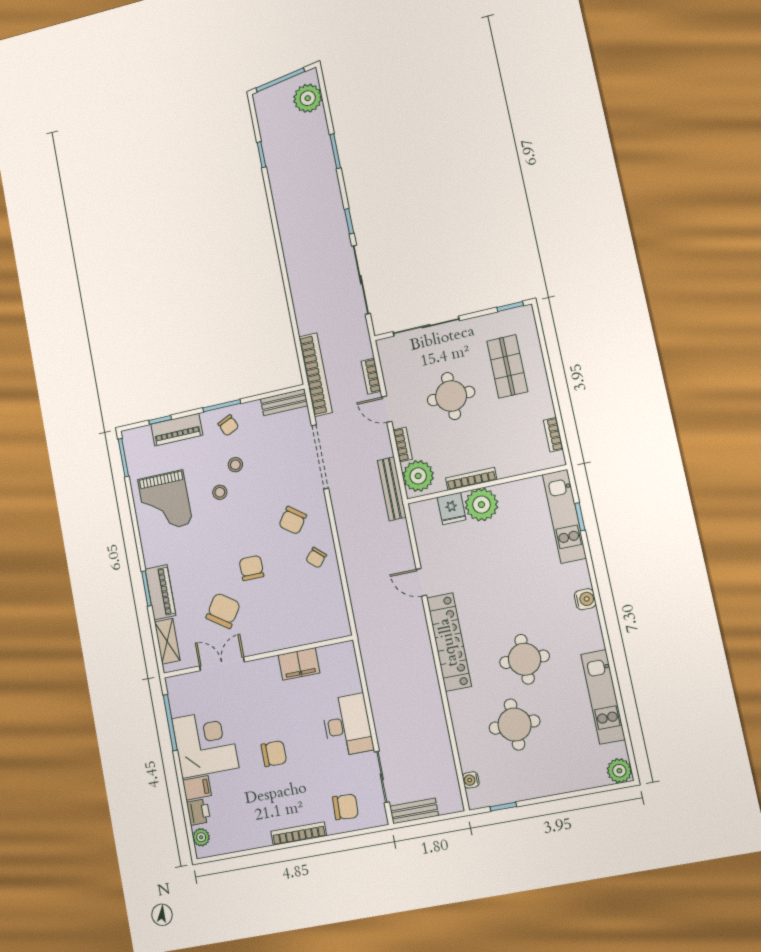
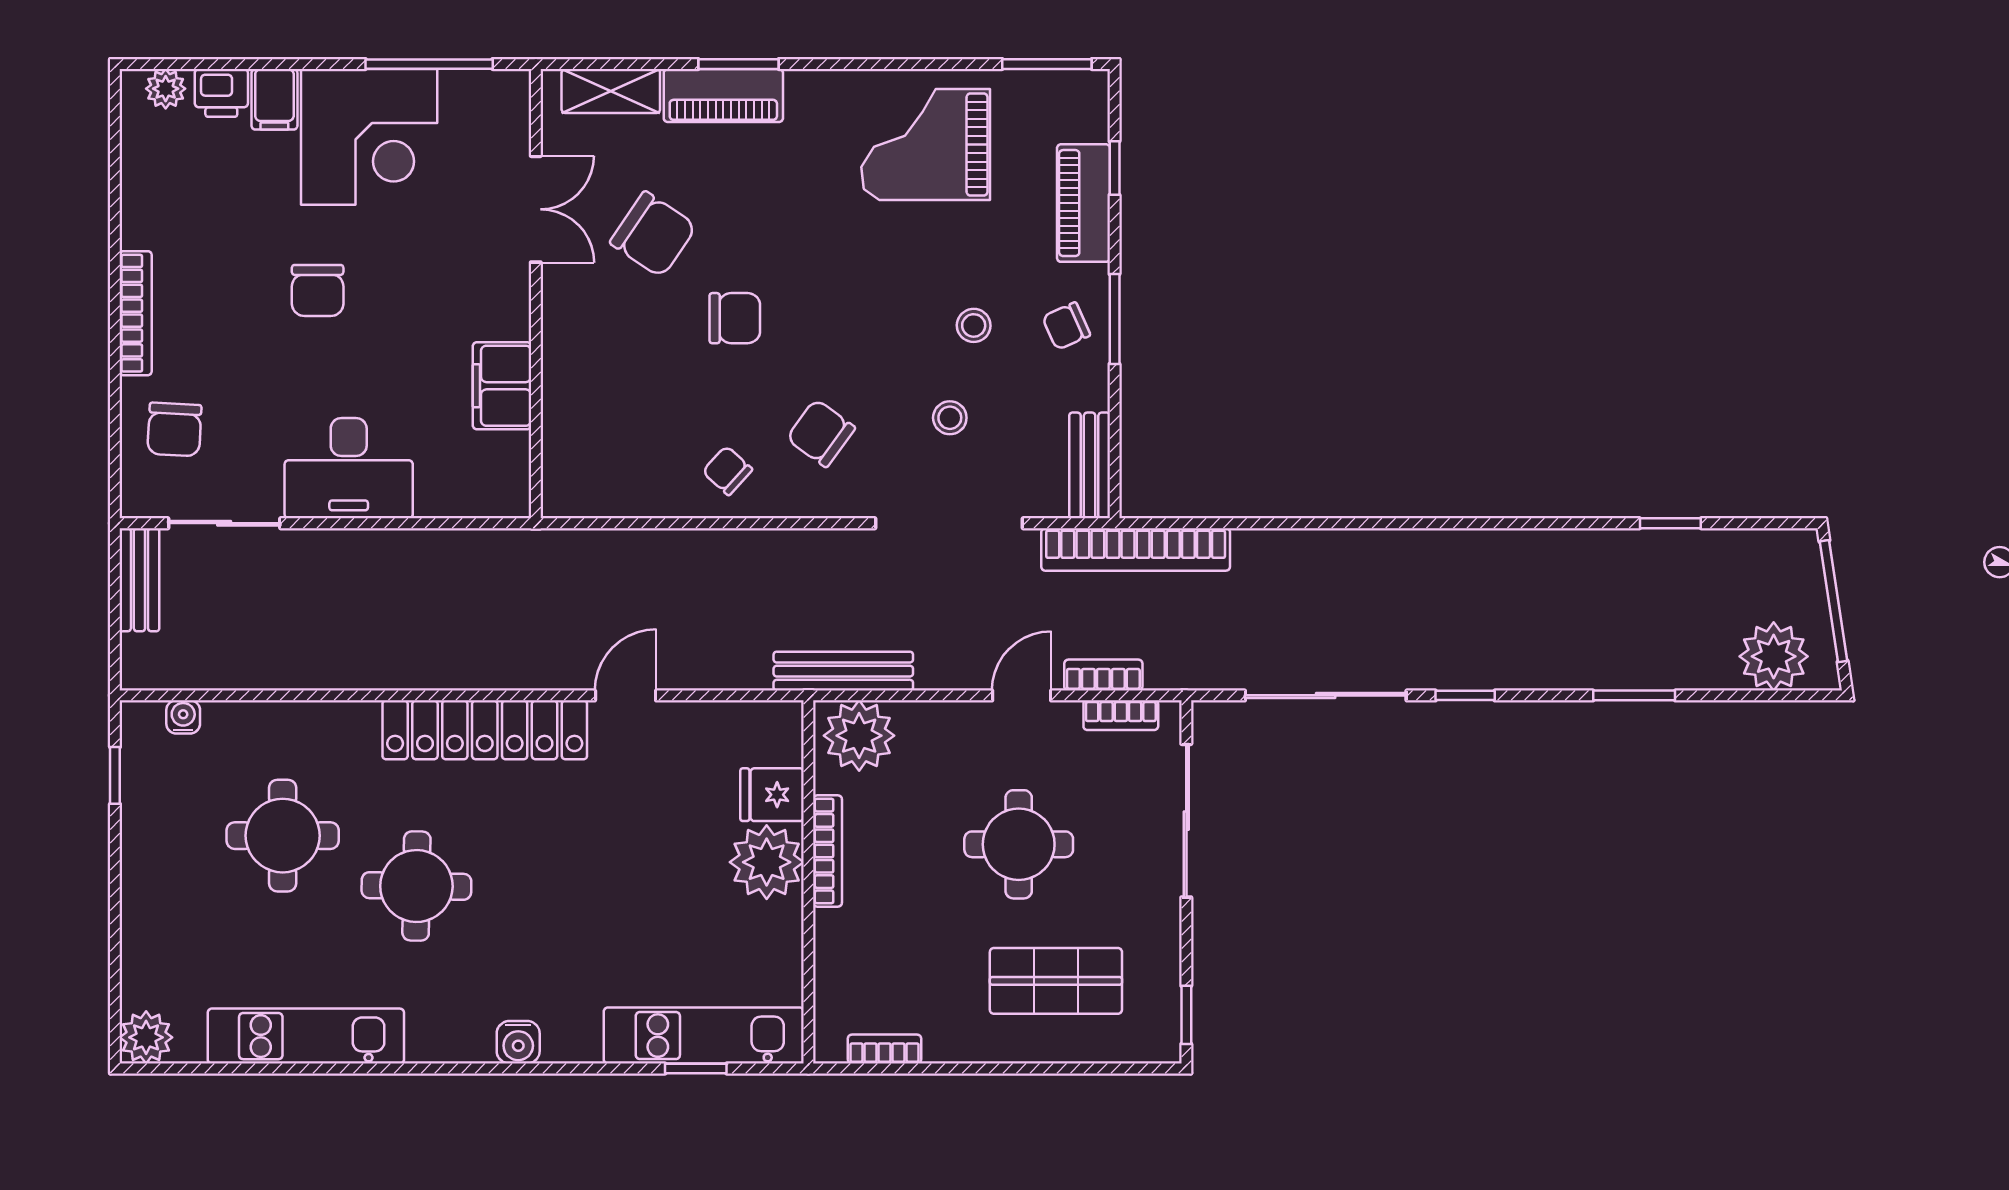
bookcase: (403, 445) -> (1121, 715), moved
stool: (220, 492) -> (950, 418), moved

